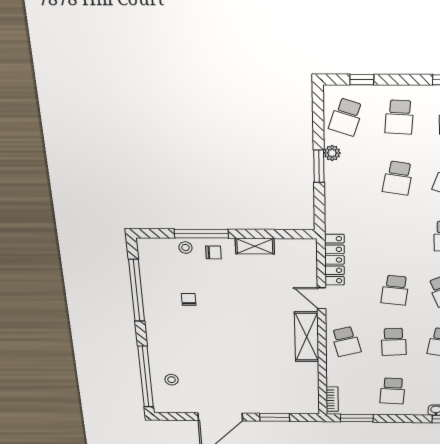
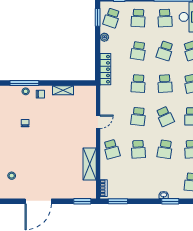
window: (319, 166) -> (98, 17), moved
window: (201, 234) -> (24, 83), moved
locker: (335, 260) -> (105, 69), moved
door: (321, 298) -> (98, 122), swing flipped
shelving: (307, 337) -> (90, 164), moved
school desk: (392, 391) -> (138, 84), moved
window: (275, 417) -> (82, 201), moved

